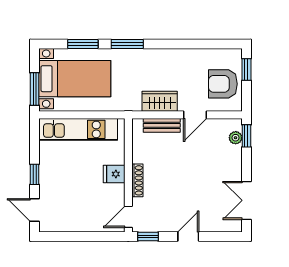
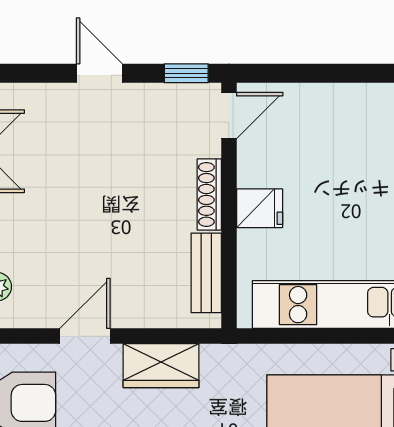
bench: (162, 125) -> (206, 273), moved, turned 90
door: (188, 237) -> (99, 73), swing flipped

